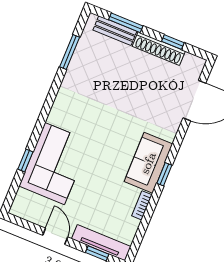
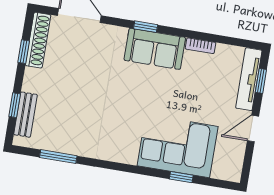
window: (126, 23) -> (15, 105), width x0.67
shoe rack: (159, 49) -> (38, 40), moved
window: (164, 174) -> (146, 27), moved

